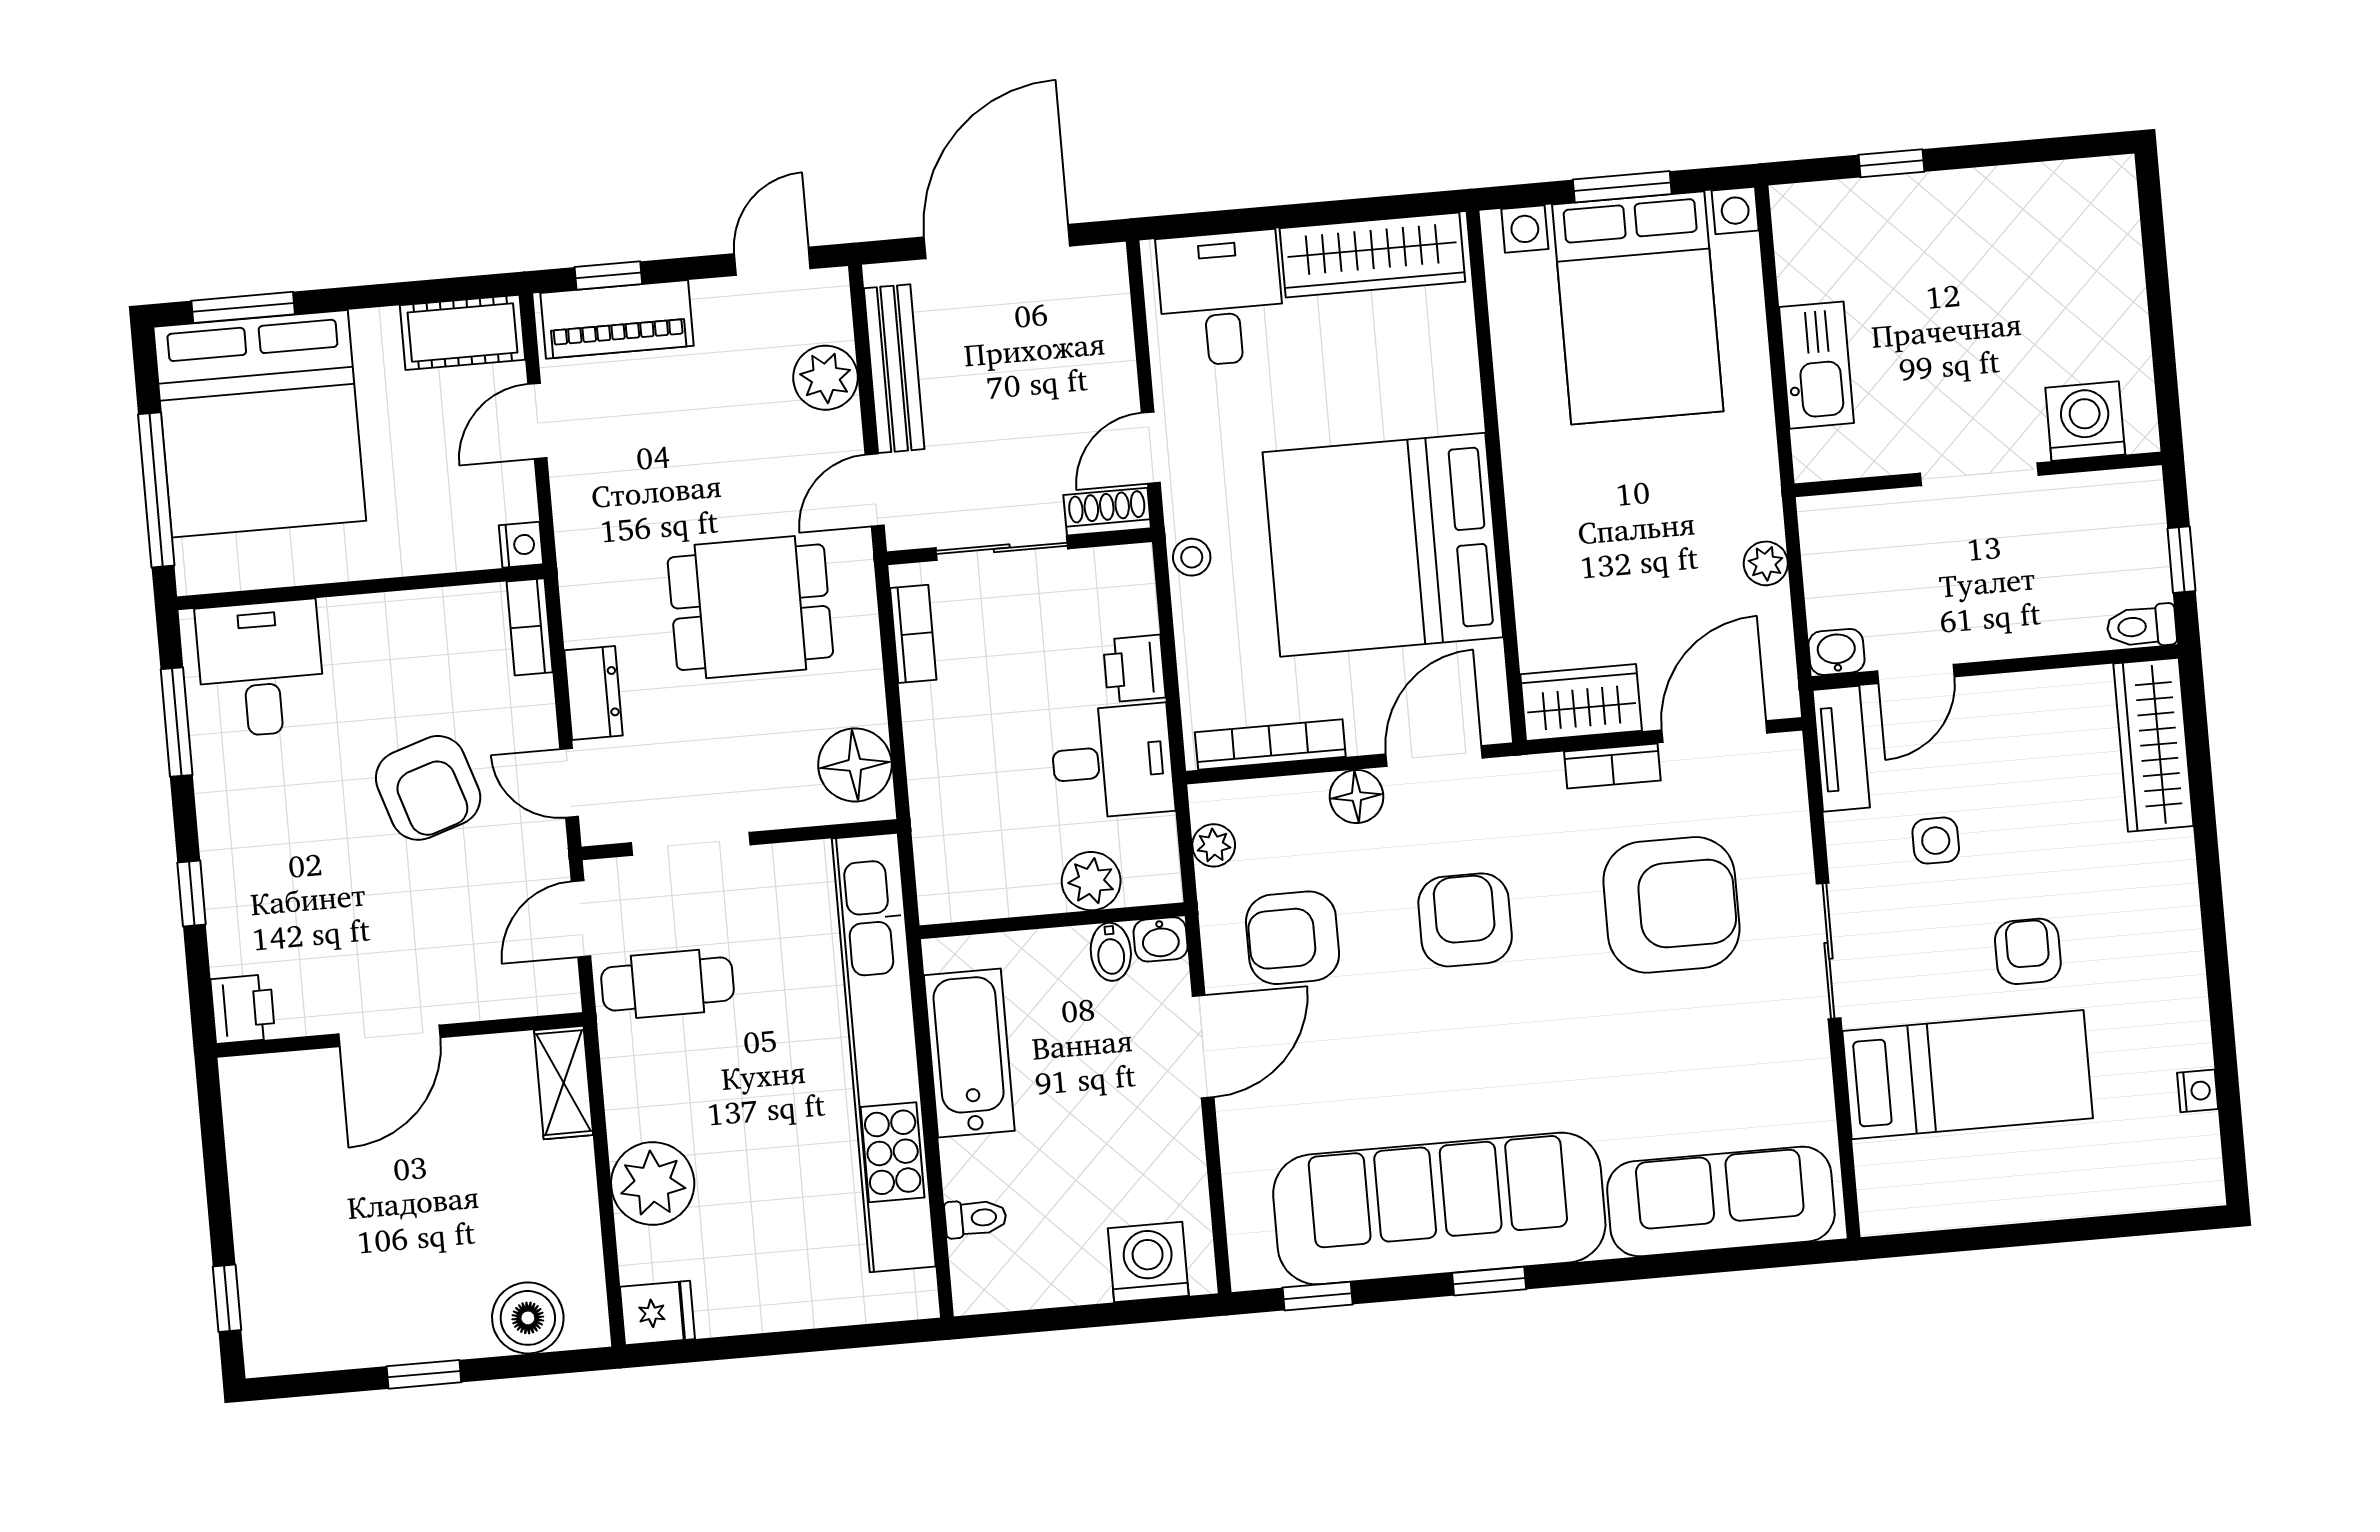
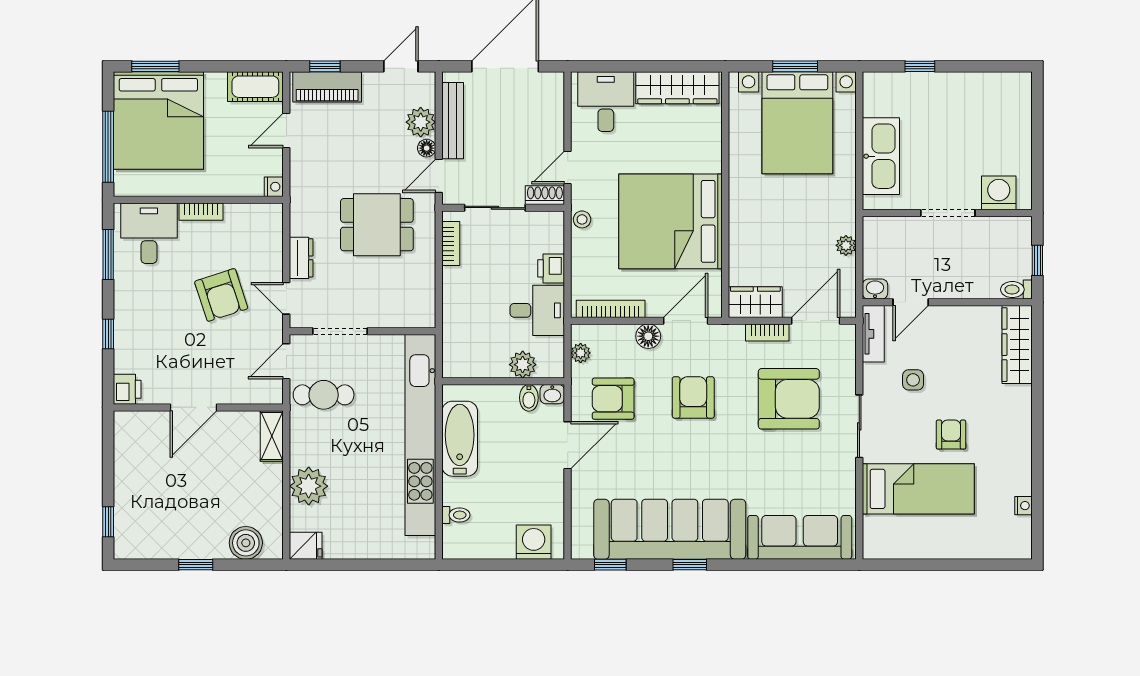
kitchen sink: (1816, 365) -> (881, 156), width x1.36, depth x1.24
bookcase: (530, 627) -> (201, 212), moved, turned -90
floor lamp: (855, 765) -> (427, 148), moved, width x0.53, depth x0.53

